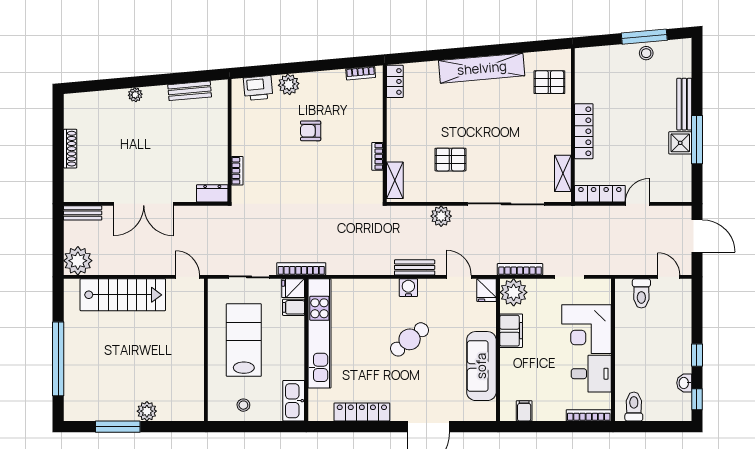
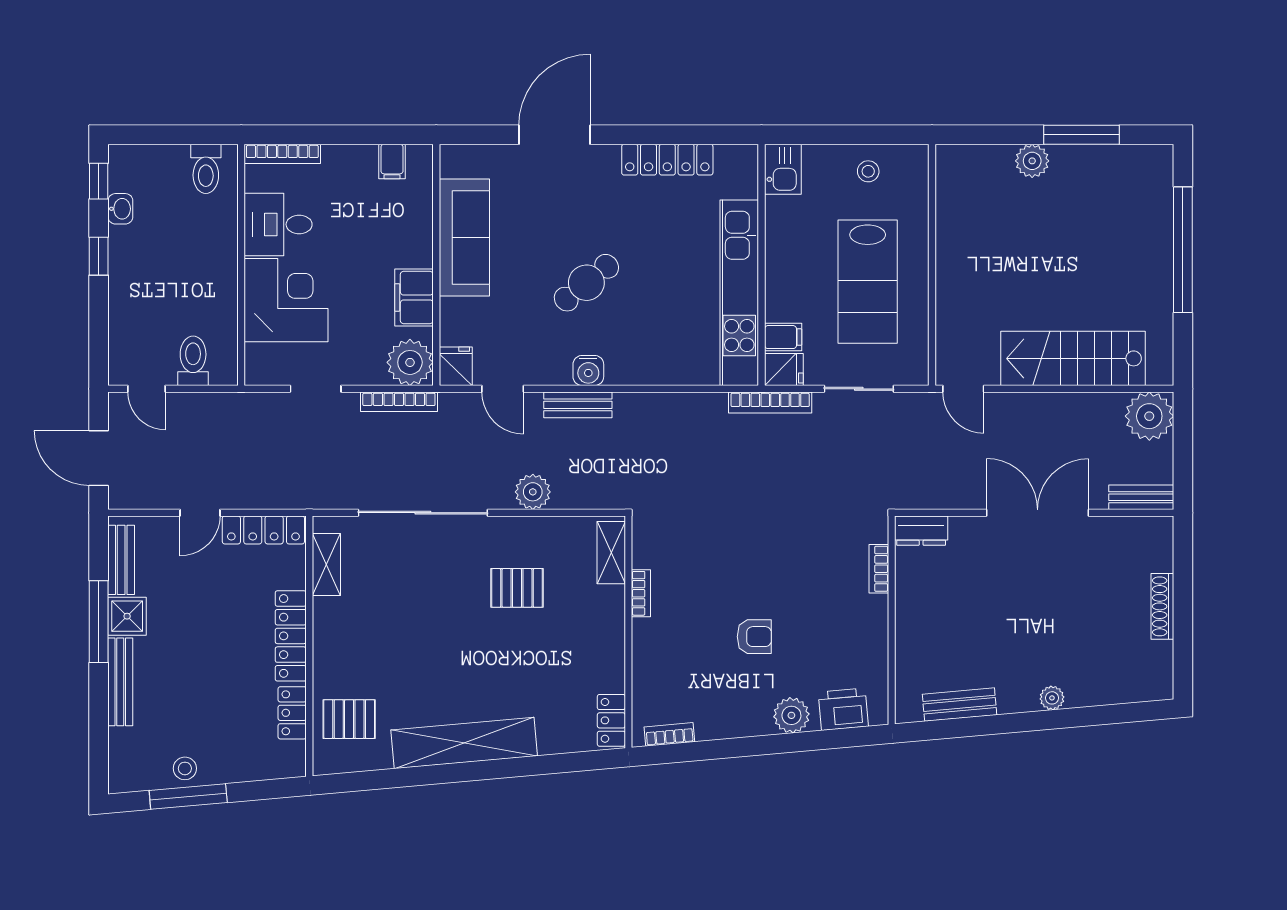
locker: (583, 86) -> (292, 713), added
bench: (684, 176) -> (121, 560), added
kitchen sink: (294, 401) -> (783, 169), width x0.73

